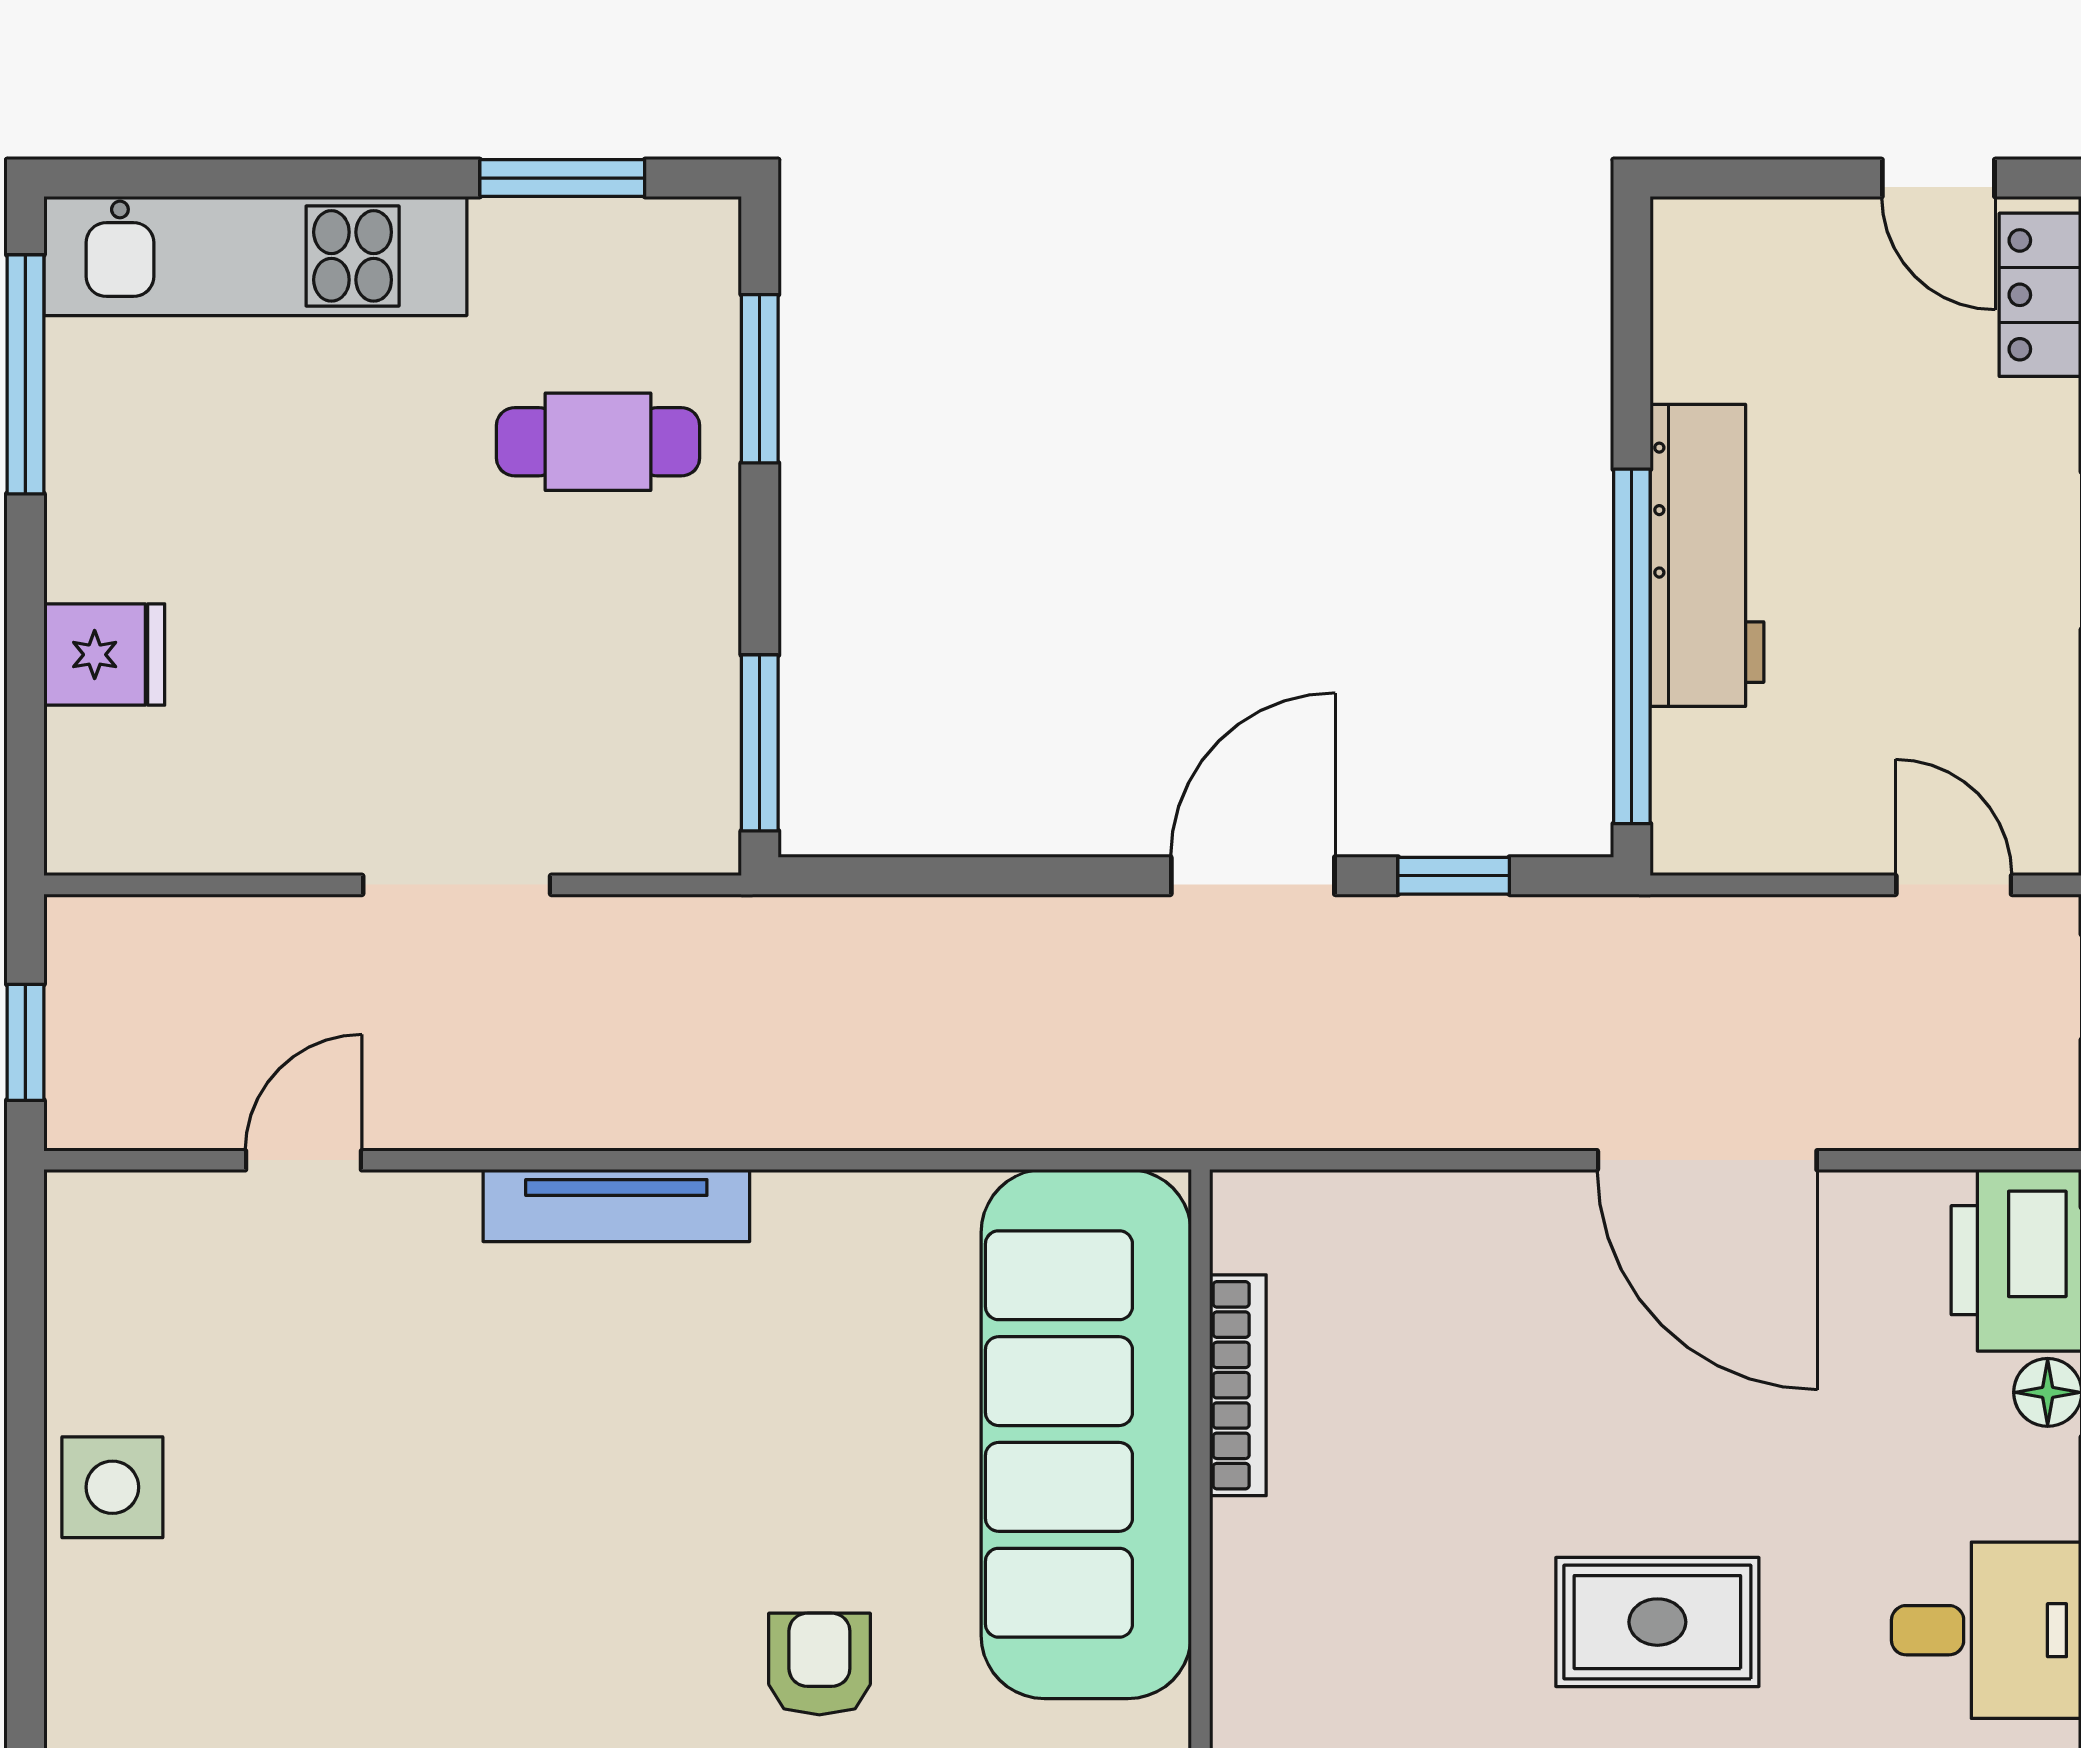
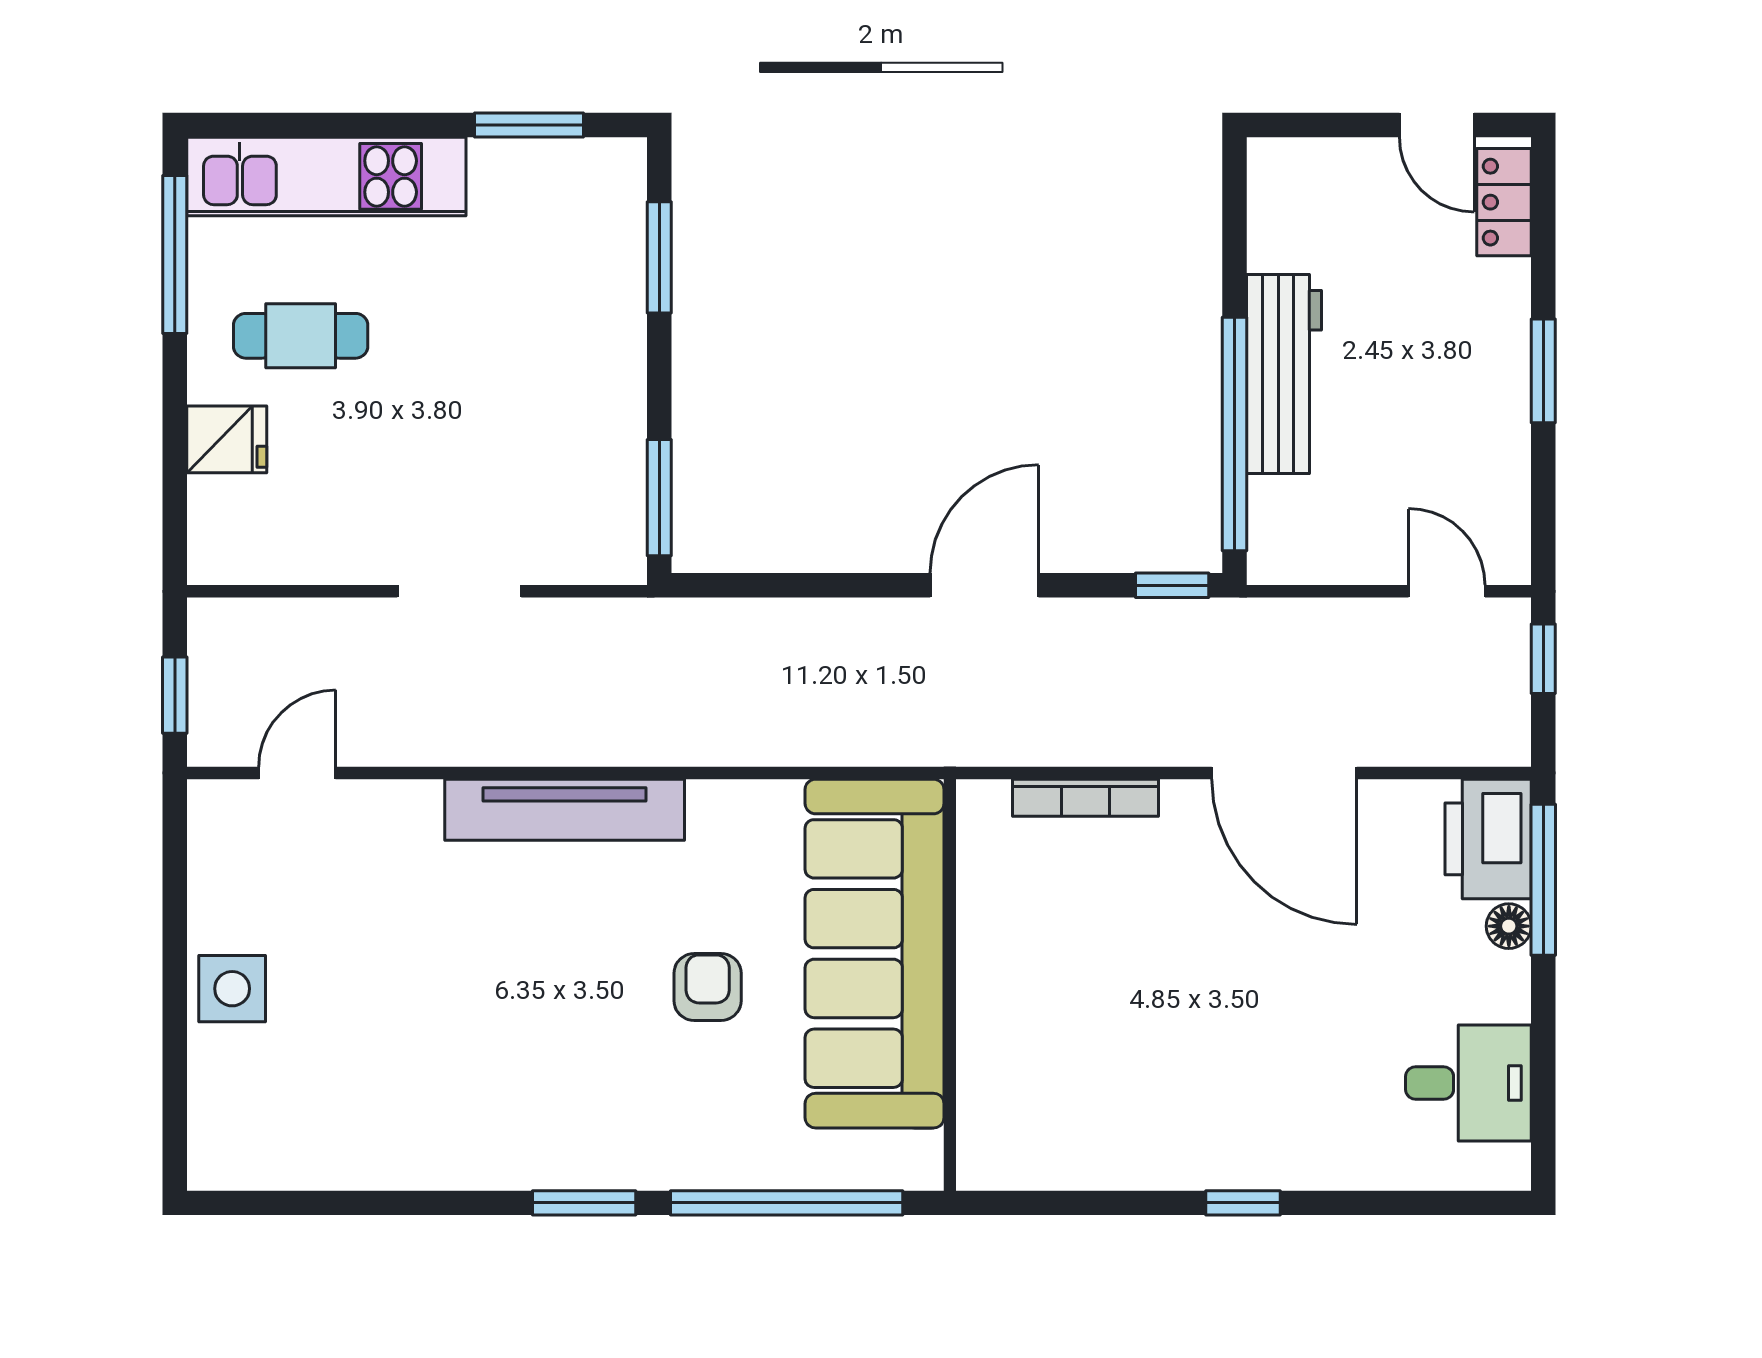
cafe table: (598, 442) -> (301, 336), moved
window: (1454, 876) -> (1172, 585), moved
door: (304, 1160) -> (297, 773), moved
tv unit: (616, 1206) -> (565, 810), width x1.36, depth x1.29
bookcase: (1238, 1385) -> (1086, 798), moved, turned 90
rug: (1657, 1622) -> (1251, 1078), removed
armchair: (819, 1664) -> (708, 987), moved

